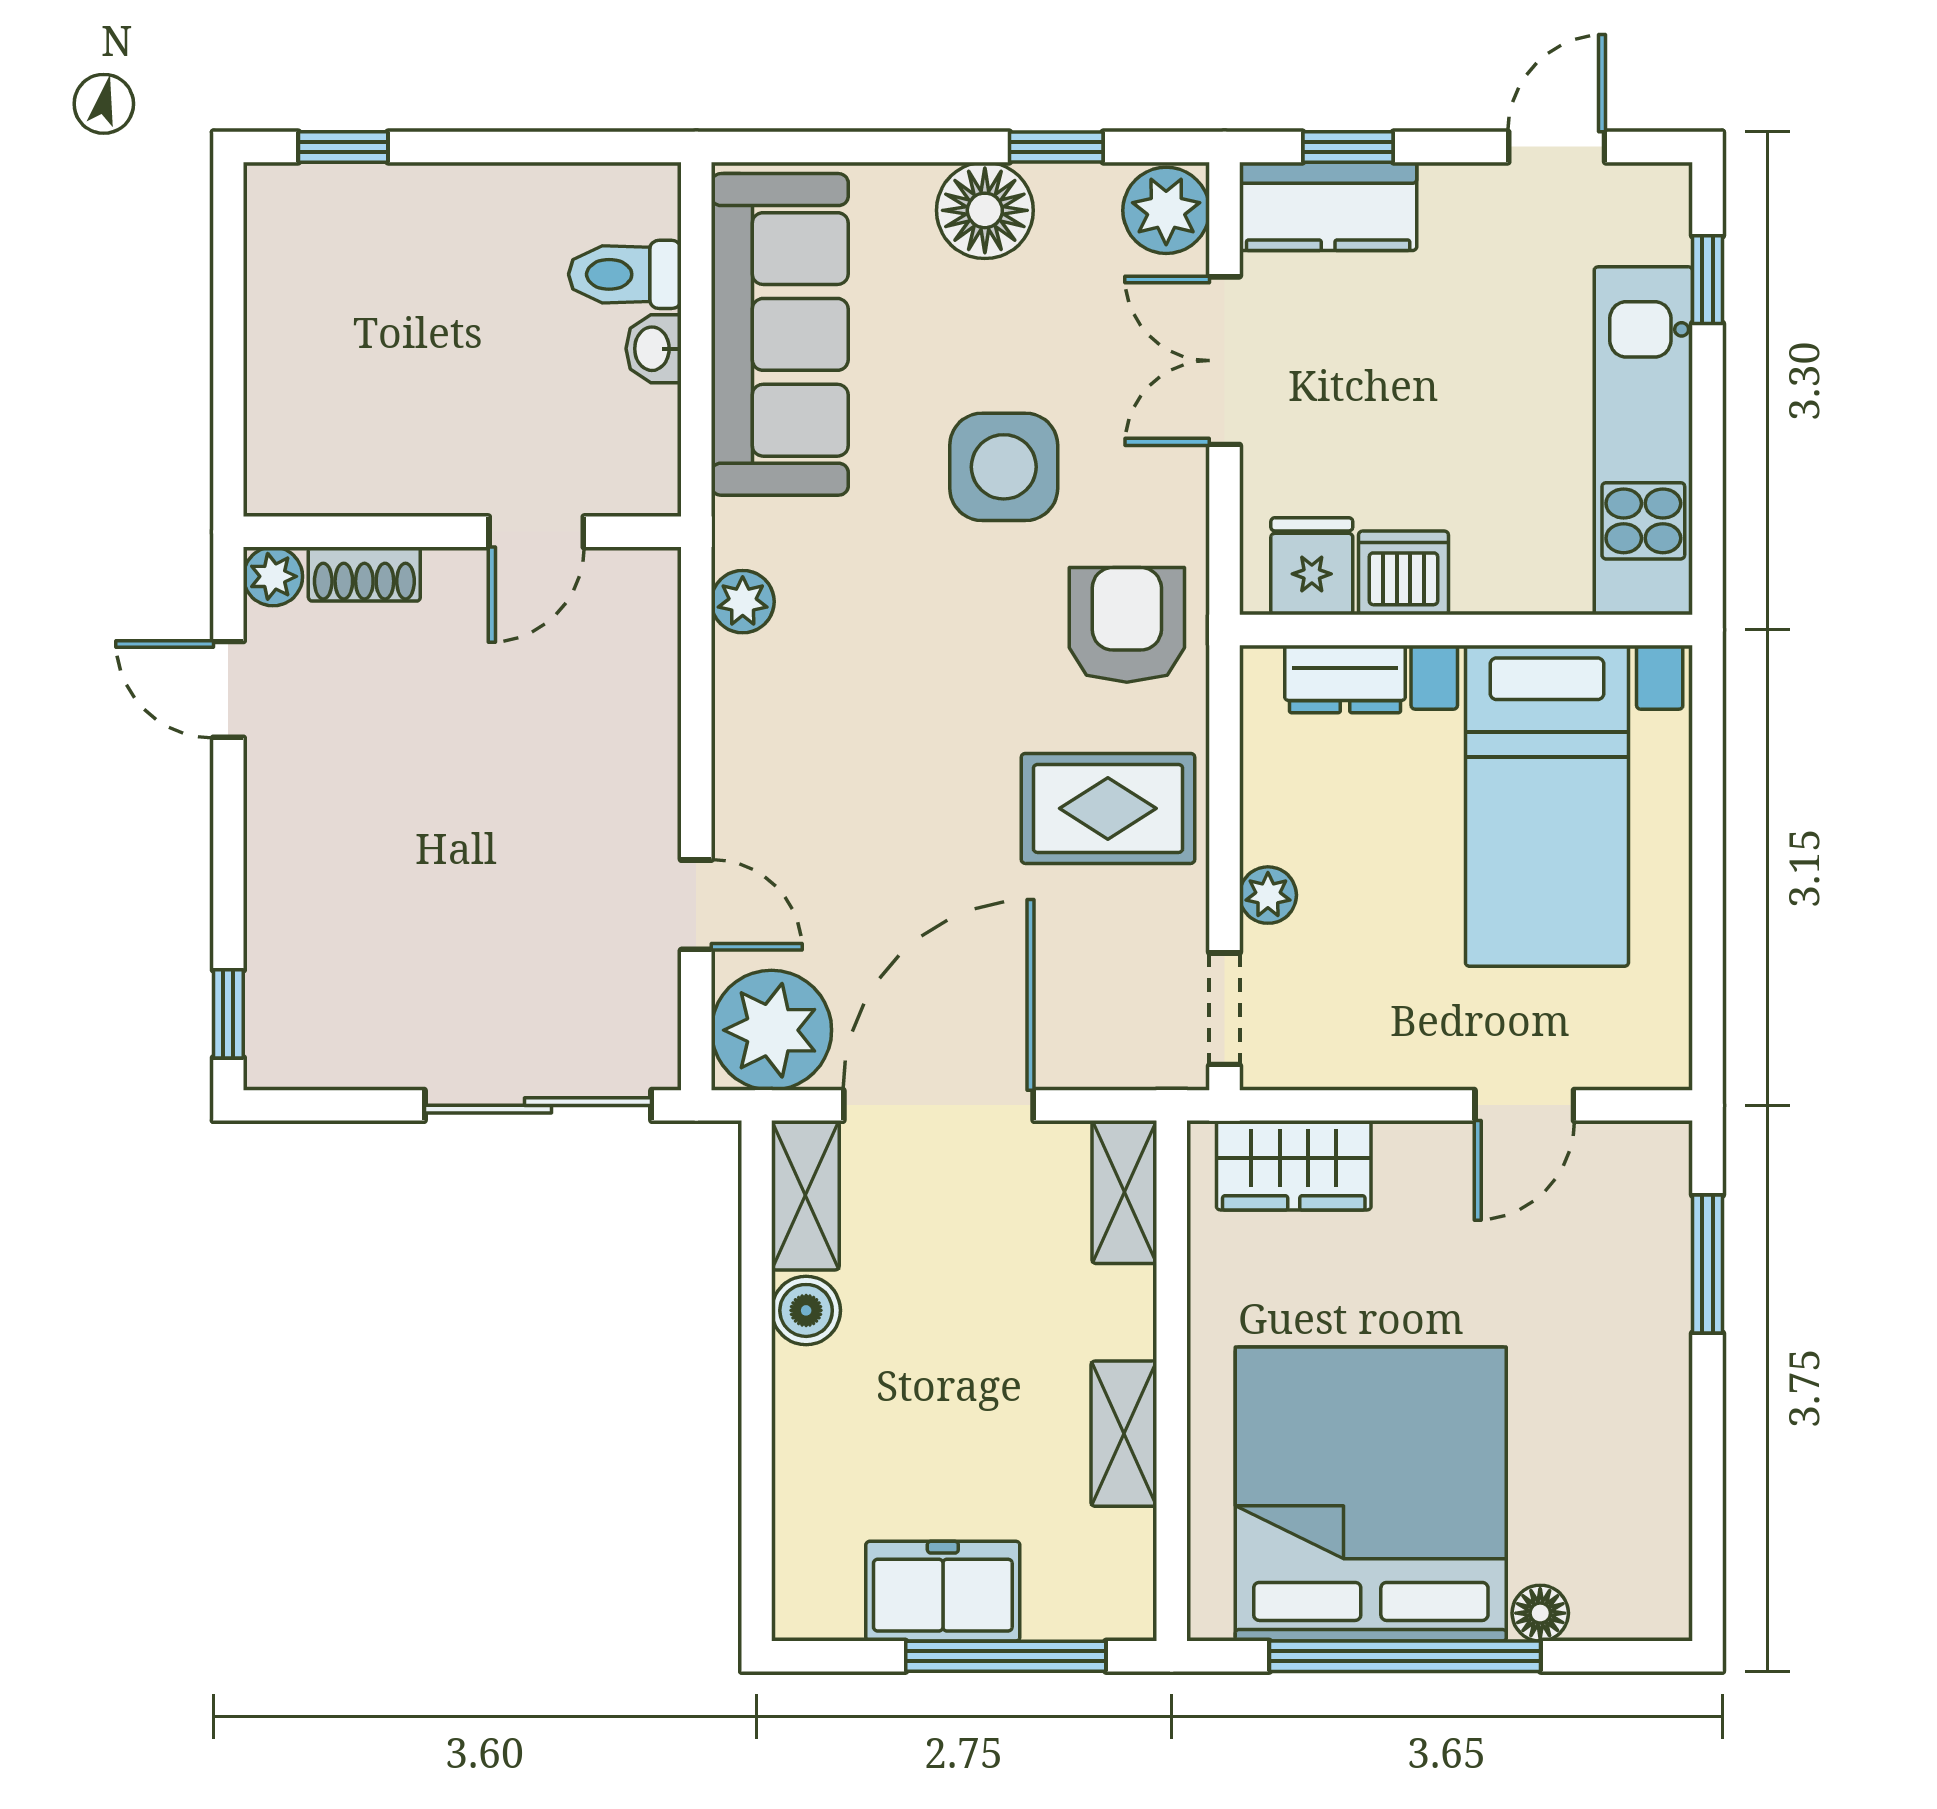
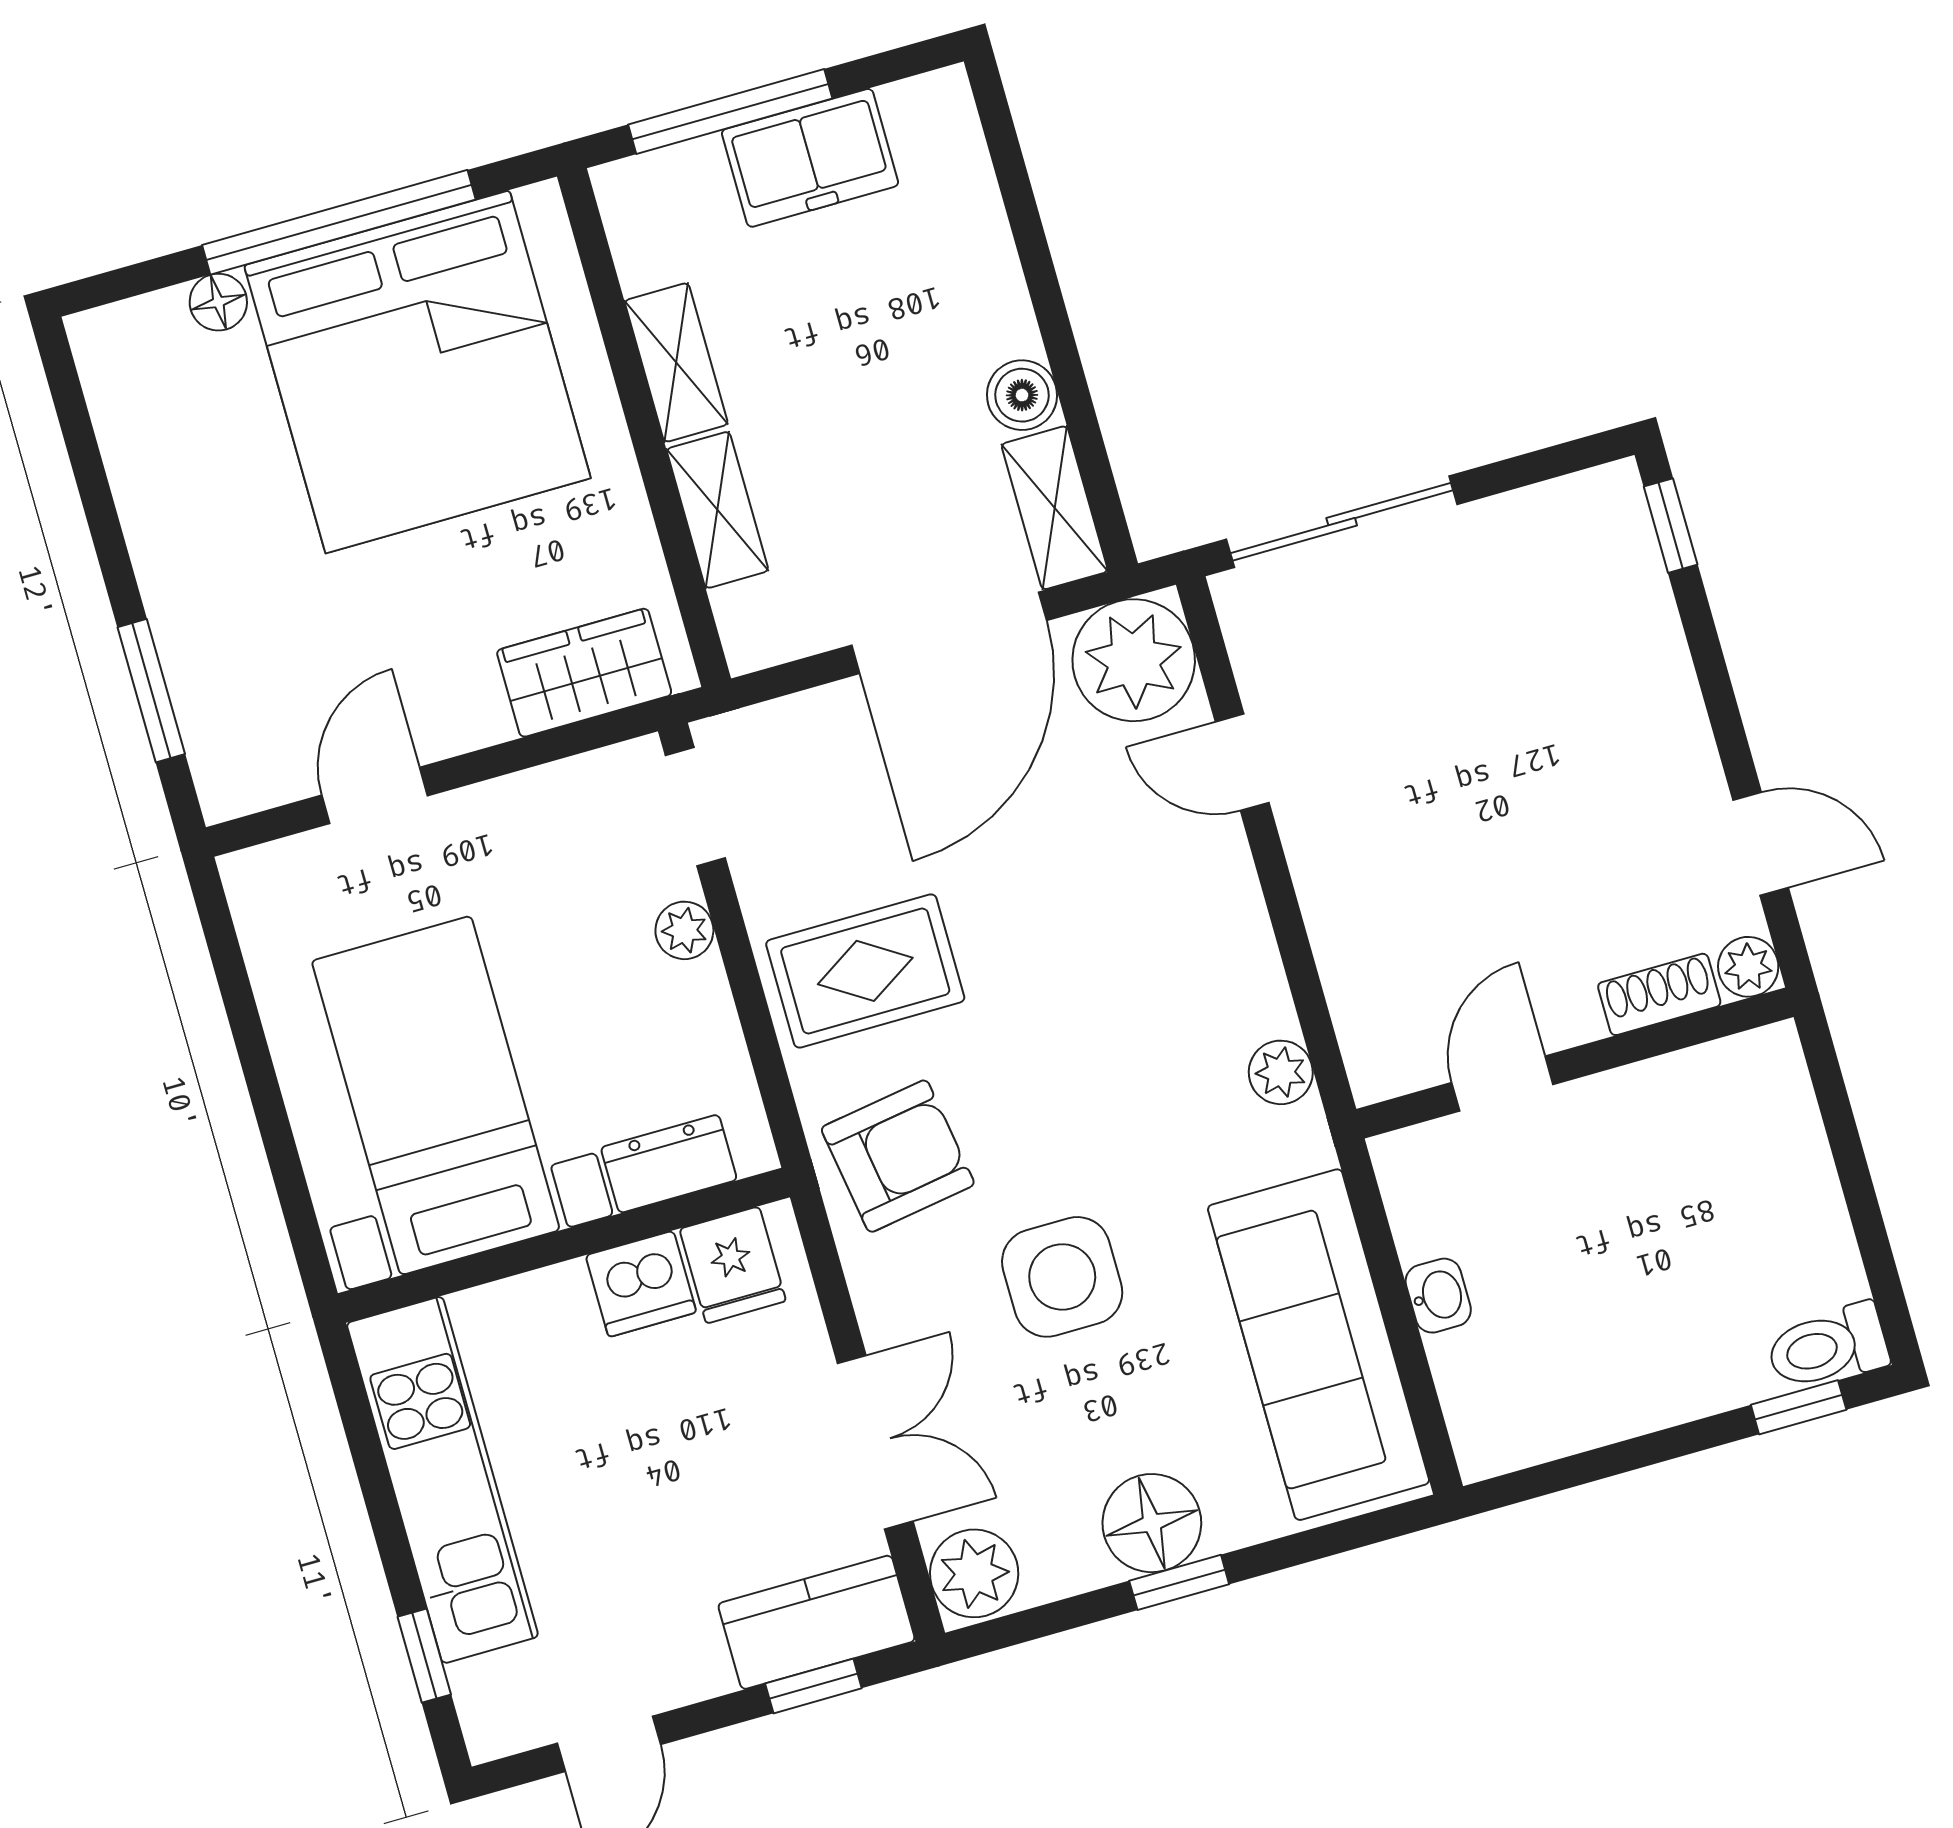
window: (1056, 147) -> (1179, 1582), moved
toilet: (625, 274) -> (1827, 1347), moved, turned 180
armchair: (1127, 625) -> (898, 1156), turned -99
shelving: (1124, 1192) -> (717, 510), moved

